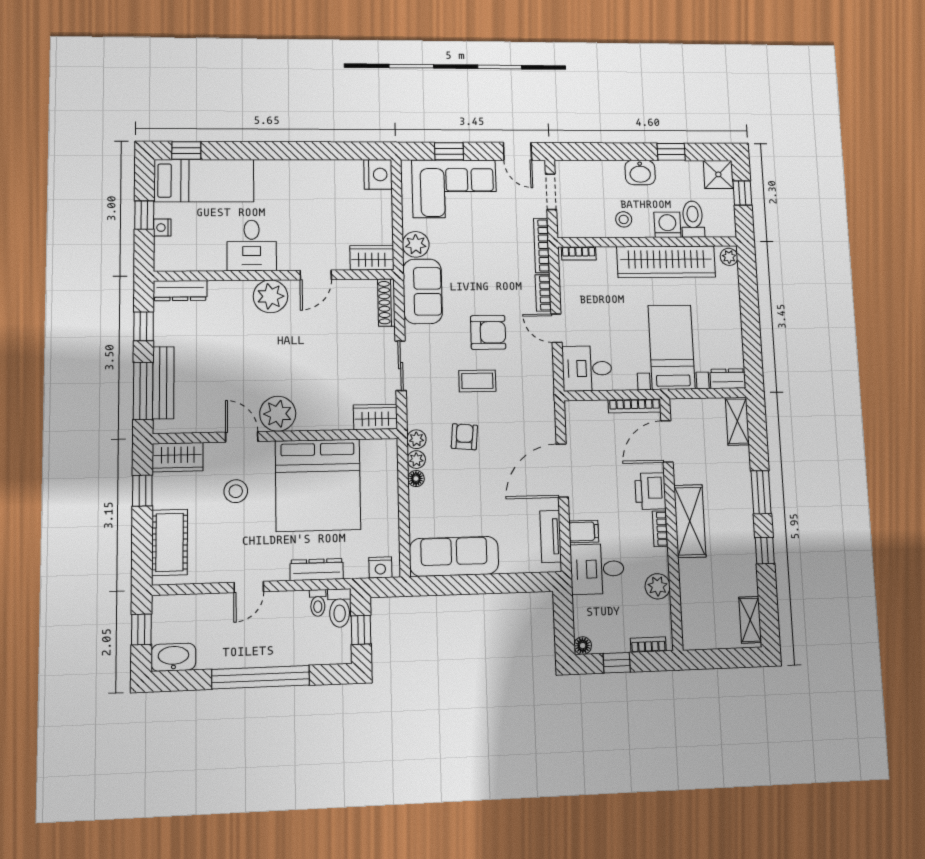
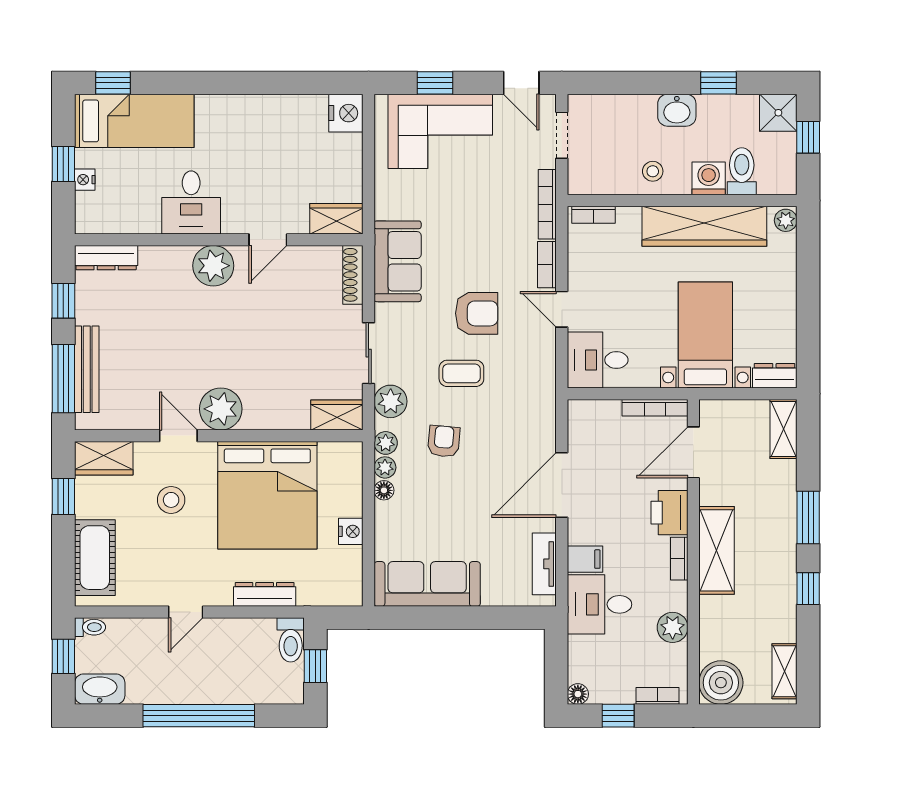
plant: (416, 244) -> (391, 401), moved
nightstand: (380, 567) -> (351, 531), moved, turned -90
toilet: (318, 603) -> (90, 627), moved, turned -90
boiler: (699, 631) -> (721, 683), added

